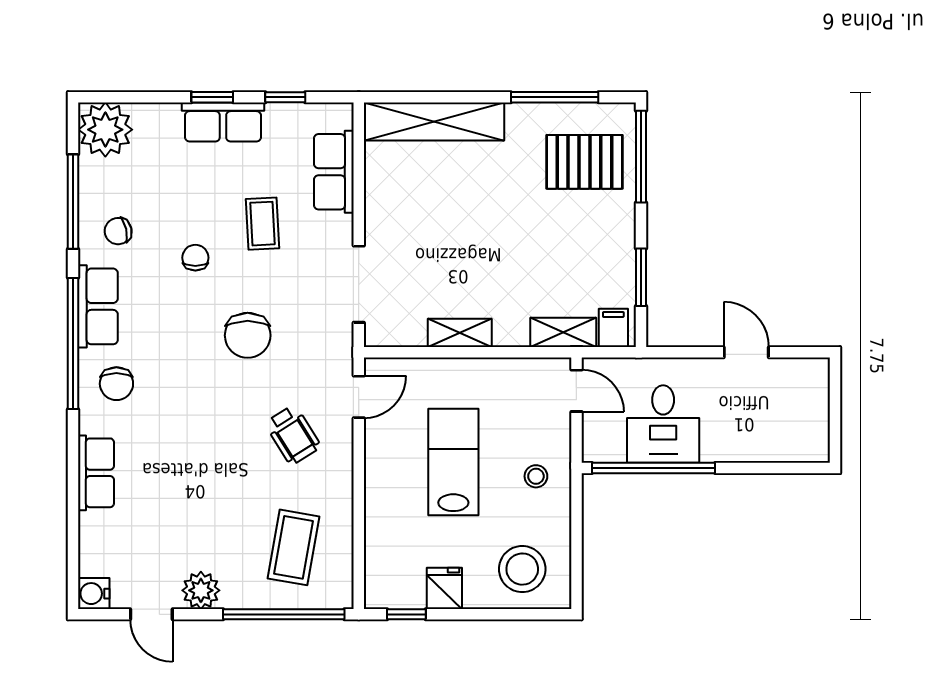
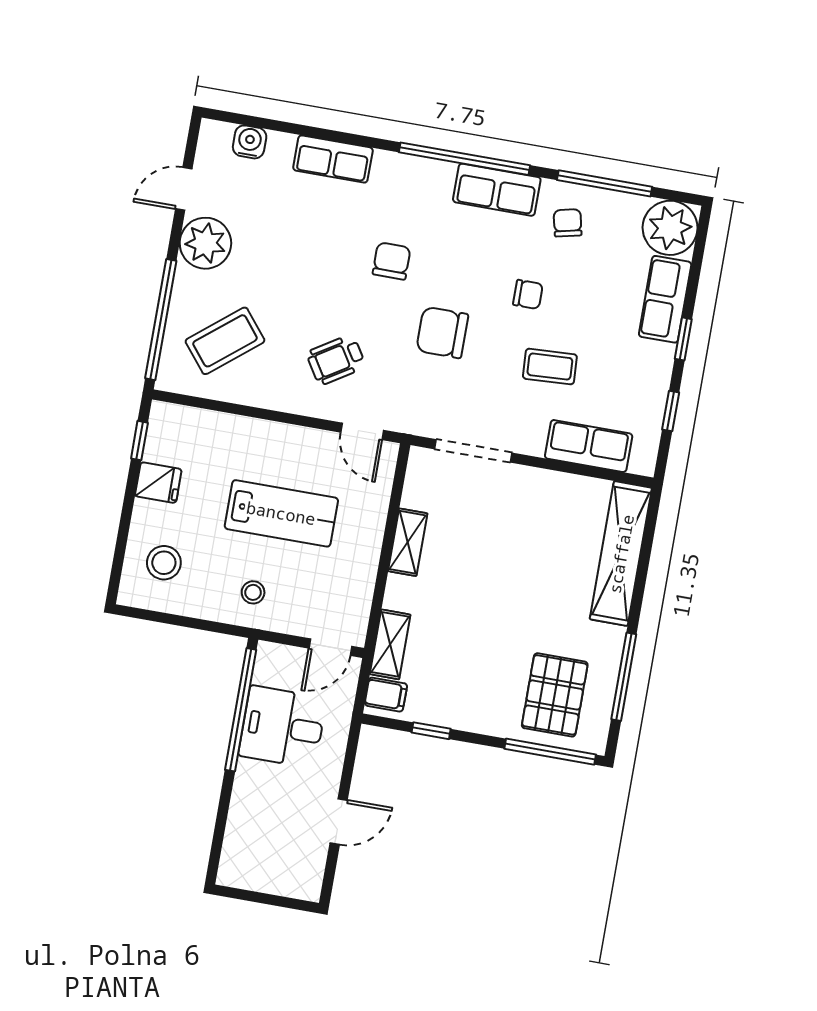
row of seats: (223, 122) -> (665, 299), moved
window: (641, 277) -> (431, 731), width x0.67
chair: (116, 384) -> (392, 261), moved, turned 90
coffee table: (294, 547) -> (225, 341), turned -49
stool: (522, 569) -> (164, 563), width x0.73, depth x0.73
plant: (201, 590) -> (205, 243), width x1.36, depth x1.36
water cooler: (94, 594) -> (250, 142), moved

